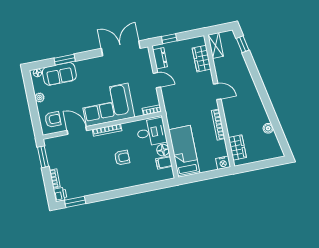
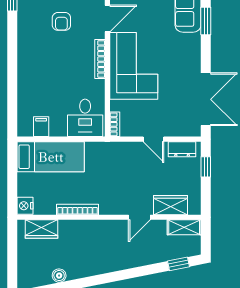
door: (157, 80) -> (154, 139), hinge flipped
door: (217, 91) -> (139, 217), moved
floor lamp: (163, 150) -> (58, 129), removed
armchair: (122, 158) -> (61, 21), moved

